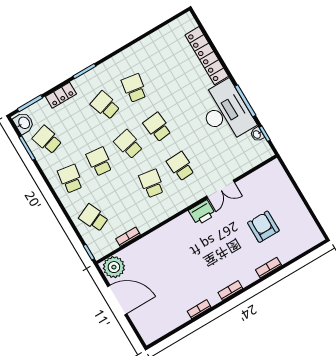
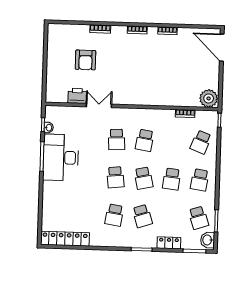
locker: (207, 56) -> (65, 239), moved, turned -90
printer: (202, 213) -> (77, 96), moved
school desk: (94, 218) -> (201, 142), turned 45
door: (117, 300) -> (222, 48), moved

